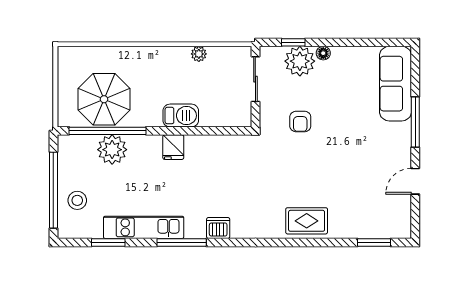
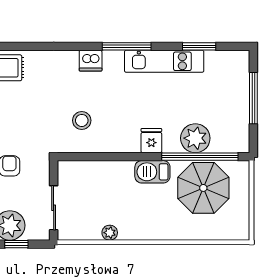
barbecue: (181, 116) -> (152, 172), moved
fridge: (173, 147) -> (151, 141), moved
window: (53, 190) -> (253, 98), width x0.68
stool: (77, 200) -> (82, 120), moved

